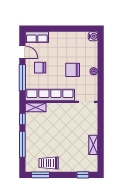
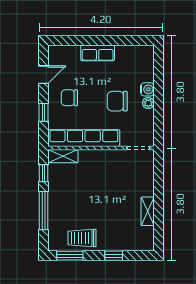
water cooler: (93, 36) -> (147, 89), moved
row of seats: (37, 37) -> (98, 53), moved
door: (22, 52) -> (43, 75), hinge flipped
window: (22, 78) -> (43, 112), width x0.46
window: (83, 175) -> (114, 256), moved

